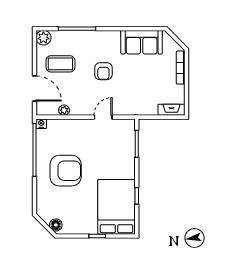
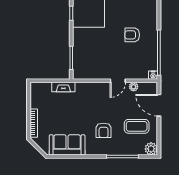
armchair: (103, 71) -> (104, 130), moved, turned 180
fireplace: (172, 110) -> (63, 87), moved
door: (103, 117) -> (118, 81), moved
armchair: (66, 171) -> (132, 35), width x0.53, depth x0.53

